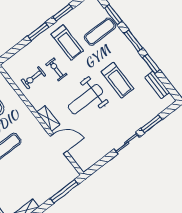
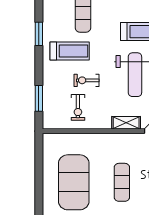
window: (38, 32) -> (39, 98), moved

